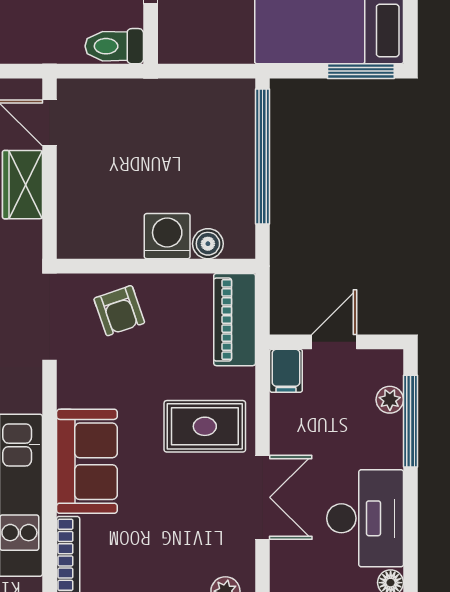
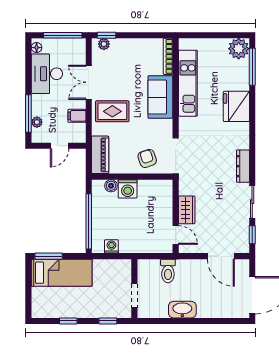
toilet: (114, 46) -> (168, 271), moved, turned 90
washing machine: (207, 95) -> (111, 246), added
filing cabinet: (286, 371) -> (77, 116), moved, turned -90

